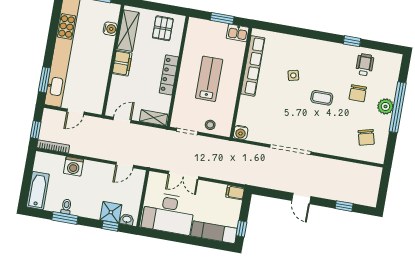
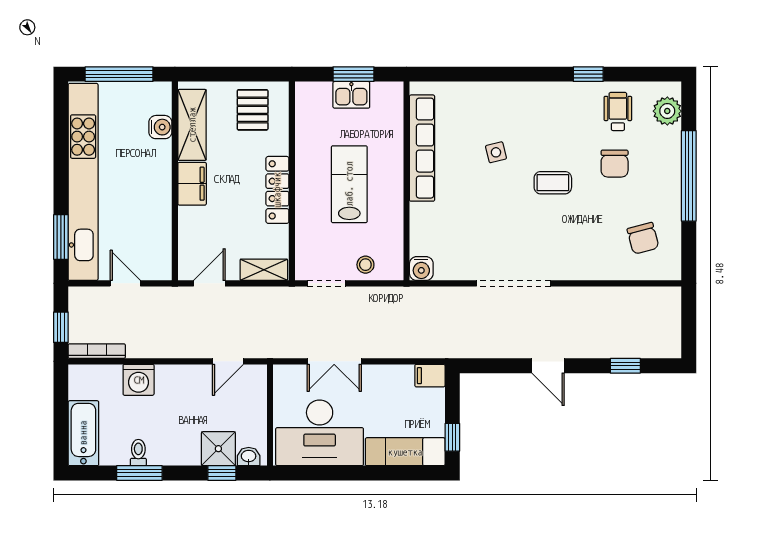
kitchen sink: (238, 33) -> (351, 95), moved
plant: (385, 106) -> (667, 111), moved
door: (76, 112) -> (125, 283), swing flipped

